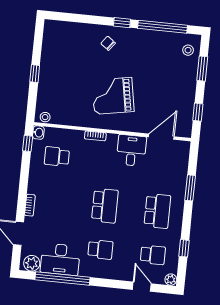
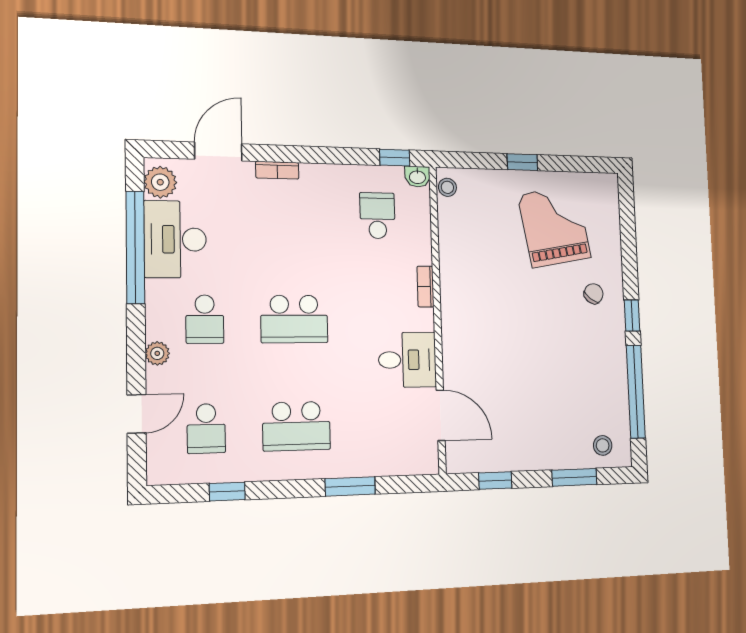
grand piano: (113, 96) -> (554, 226), moved
plant: (171, 280) -> (157, 353), moved

